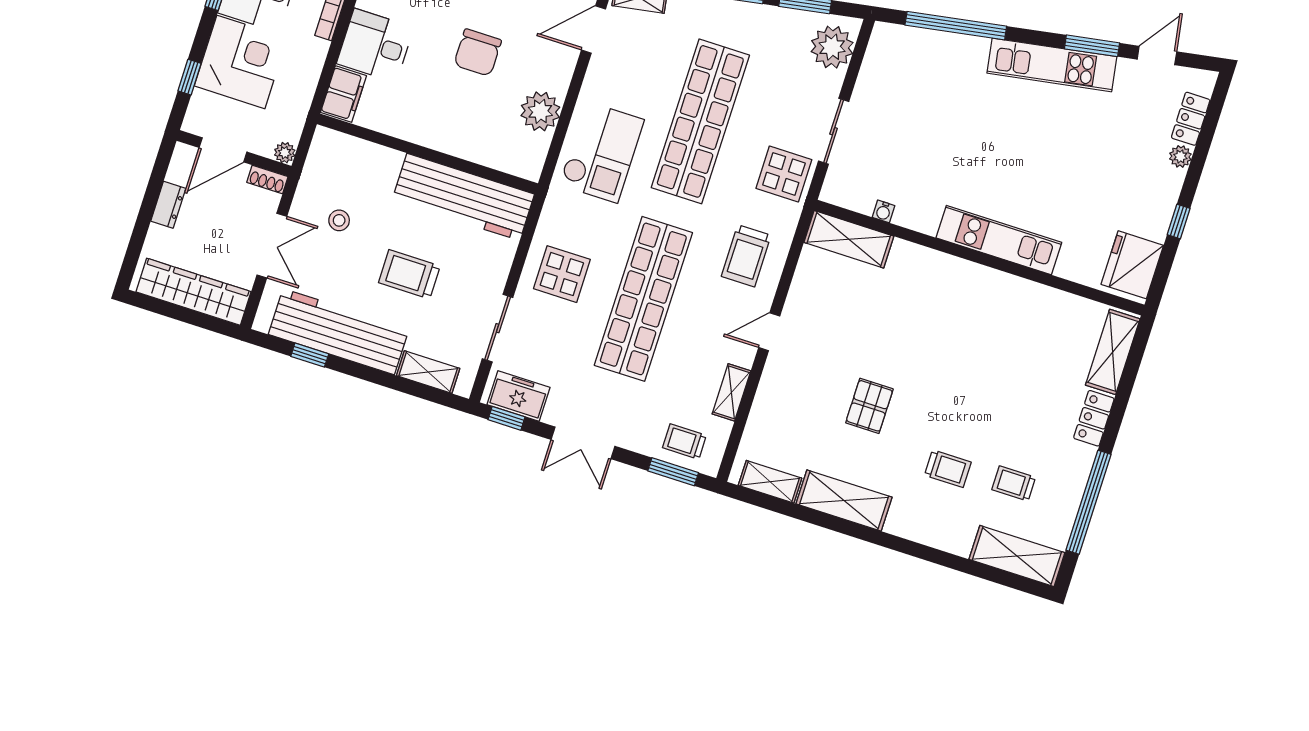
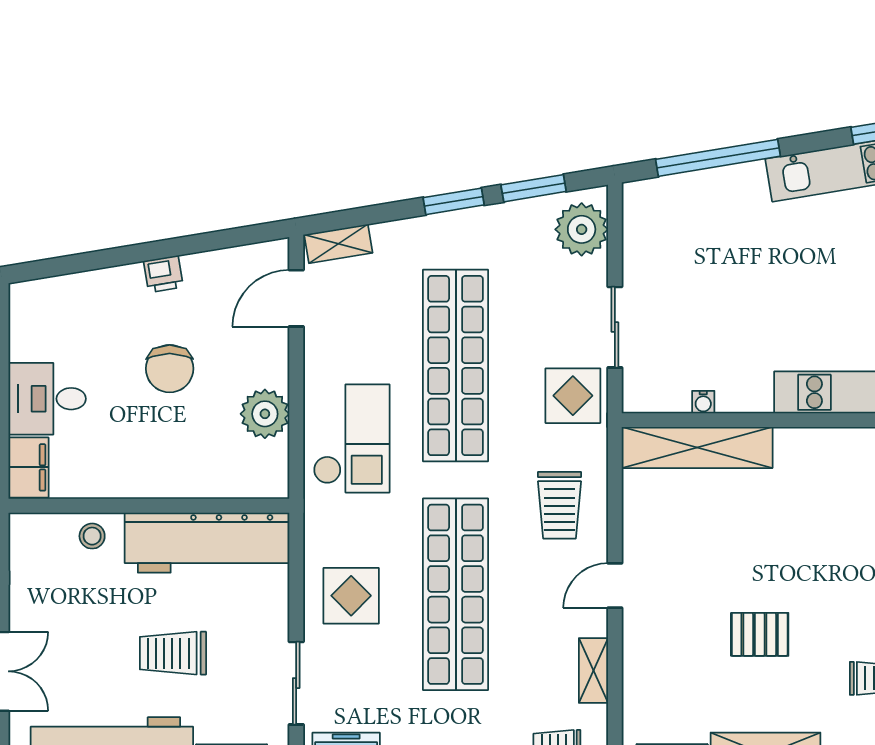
stool: (339, 220) -> (92, 536), moved
shelving: (849, 239) -> (697, 448), width x1.47
pallet: (869, 406) -> (760, 634), turned 90

